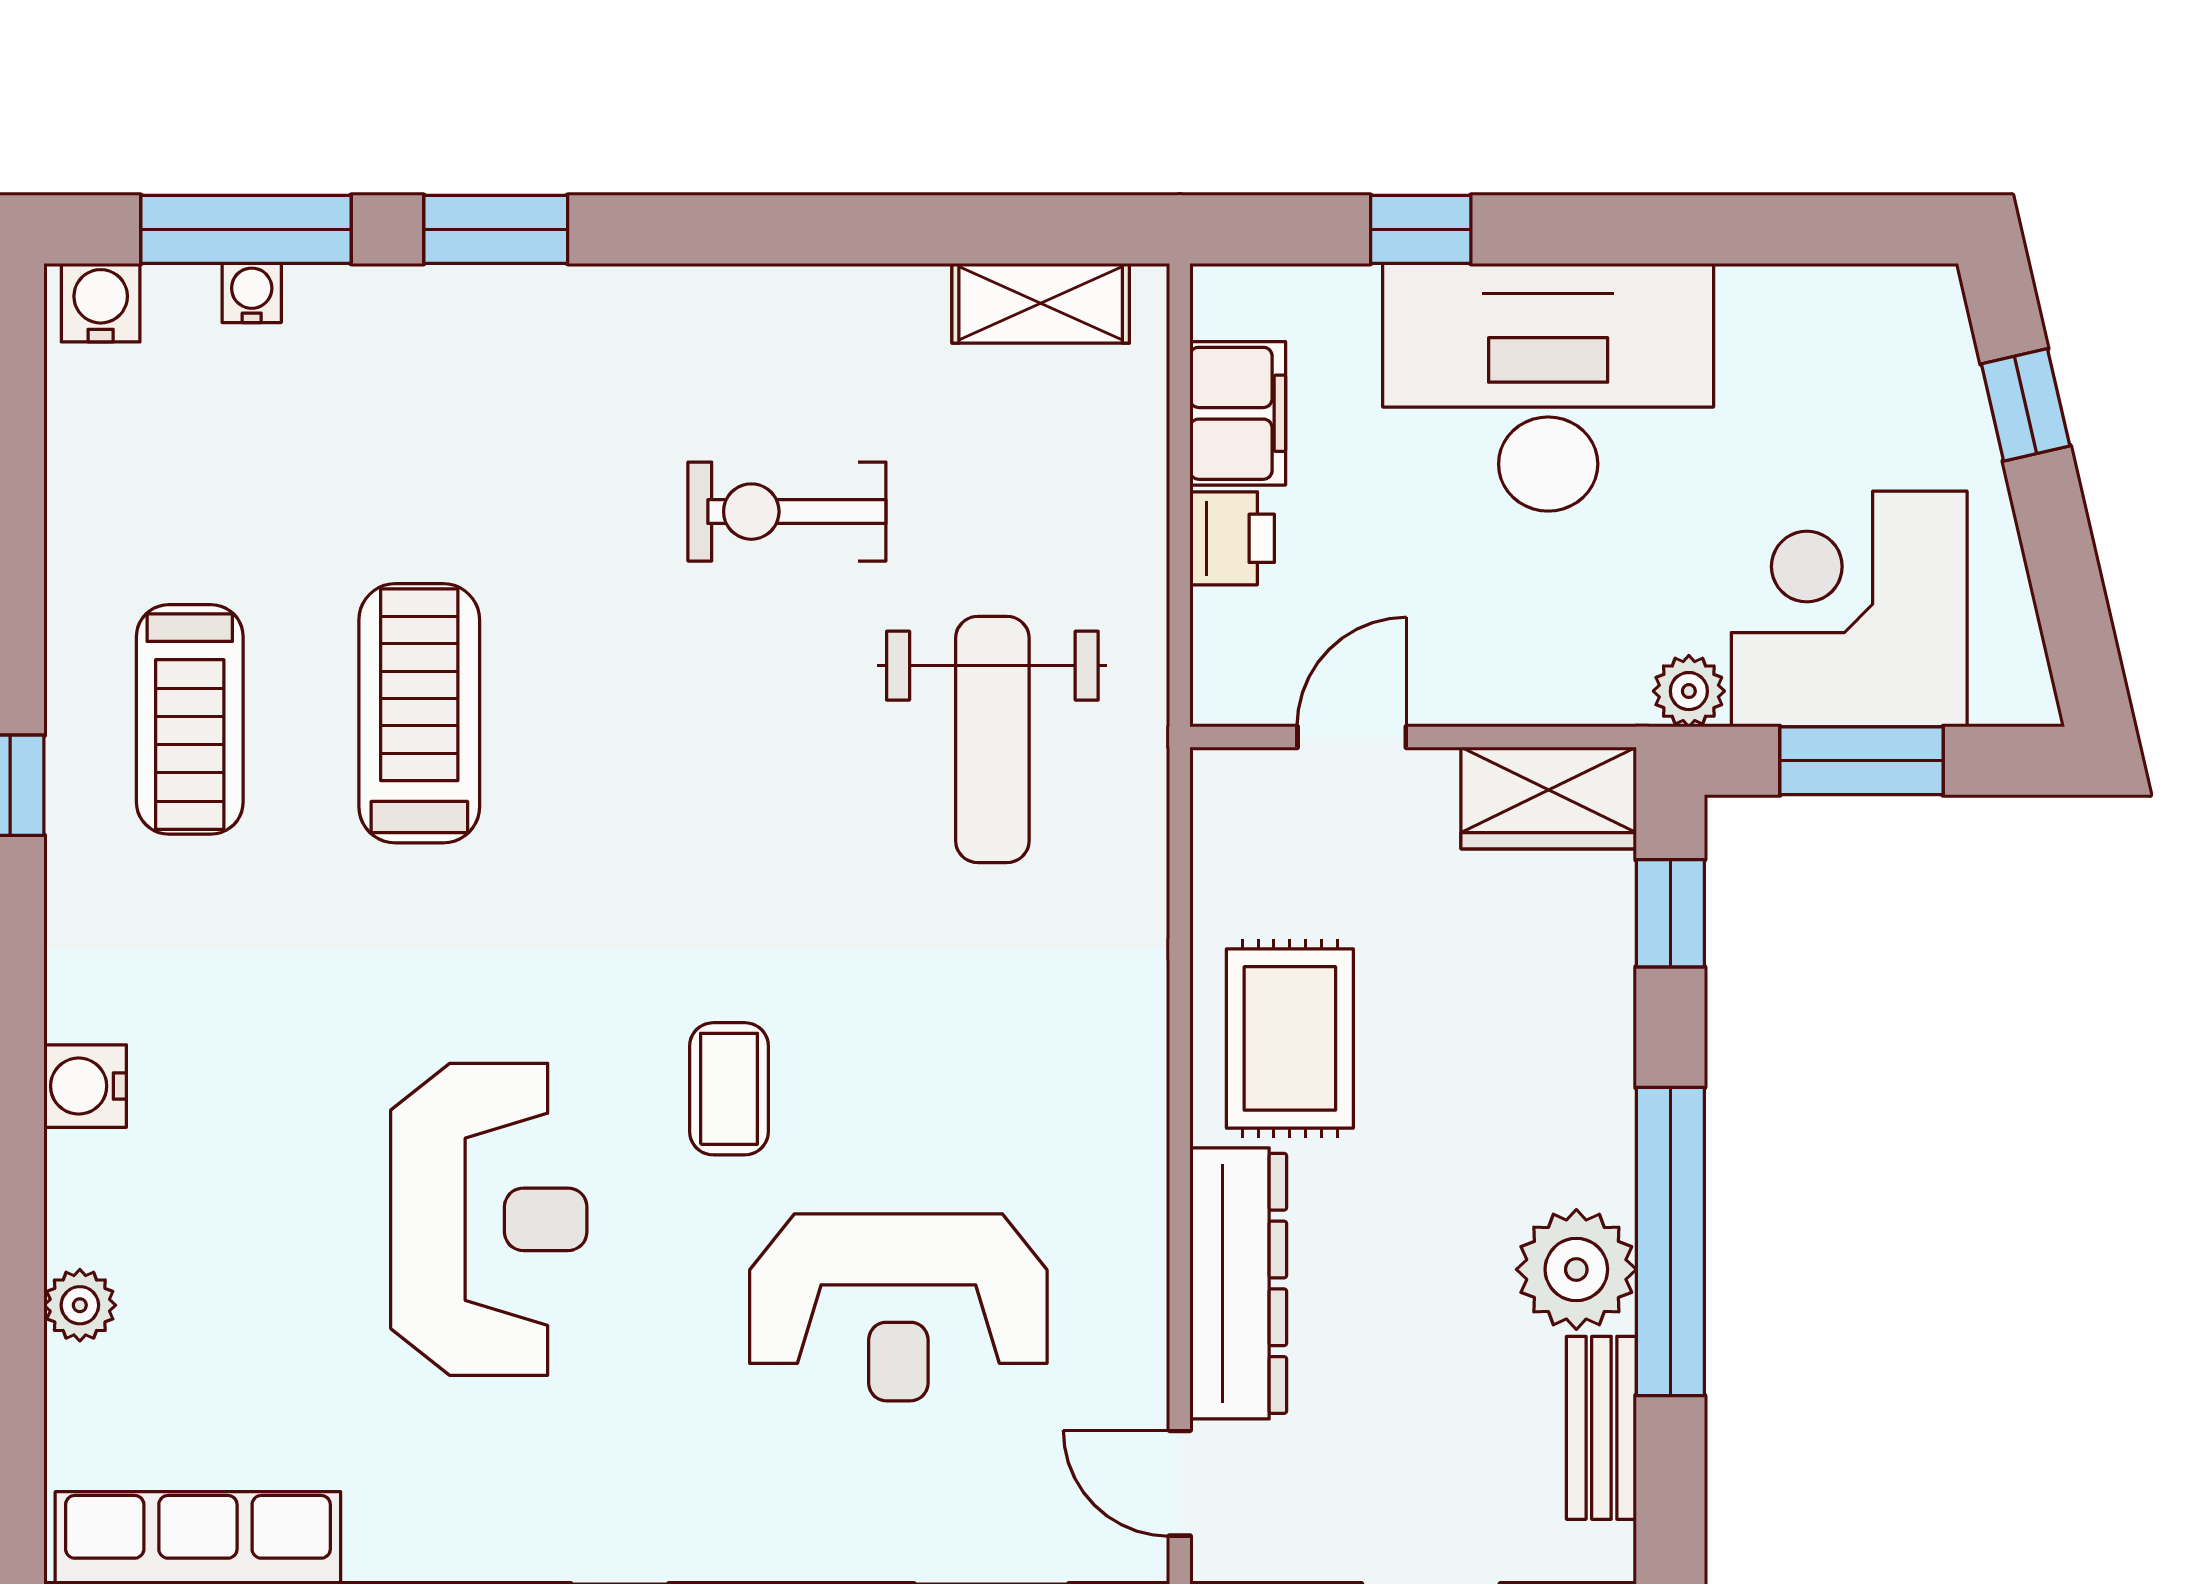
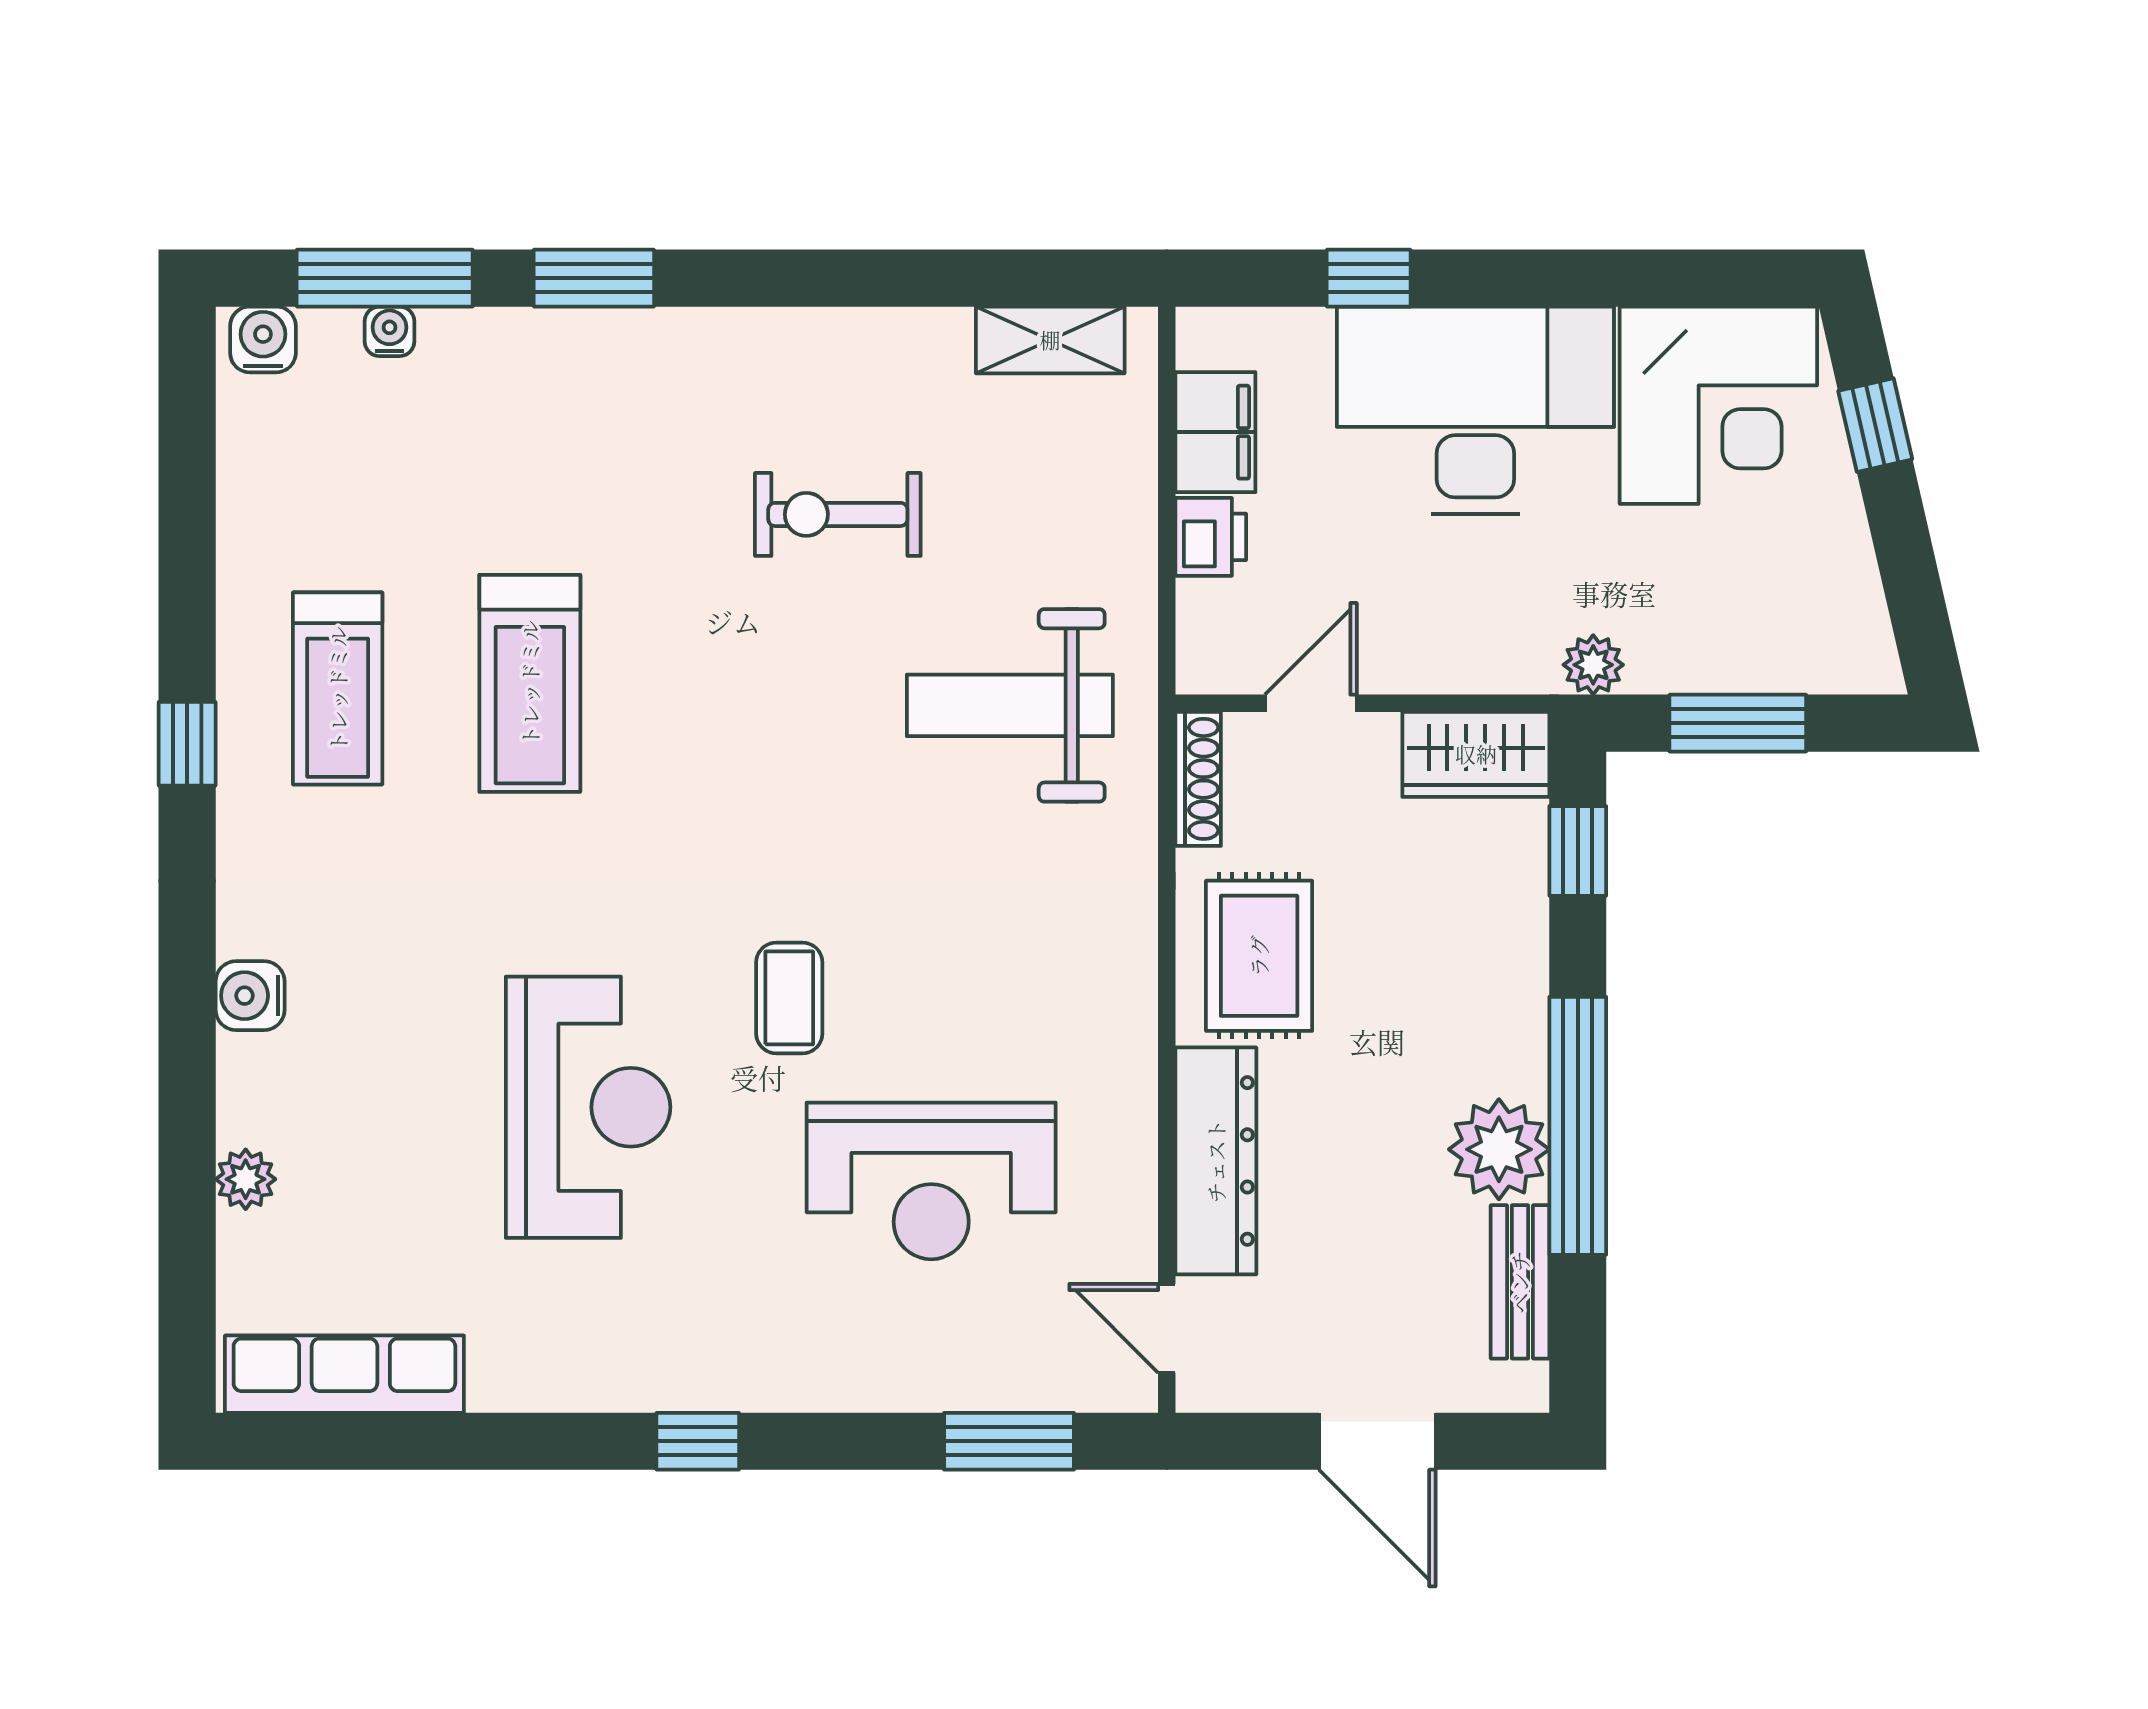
corner desk: (1849, 609) -> (1718, 405), moved, turned 180
treadmill: (419, 713) -> (530, 683), turned 180
weight bench: (992, 739) -> (1010, 705), turned 90
shoe rack: (1217, 827) -> (1198, 779), added

